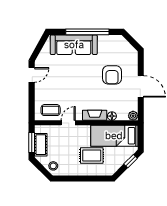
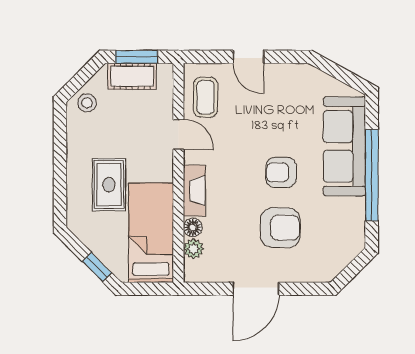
armchair: (86, 74) -> (281, 172), added
door: (32, 75) -> (248, 57), moved
armchair: (112, 75) -> (280, 228), turned 180
plant: (133, 116) -> (194, 249), moved

